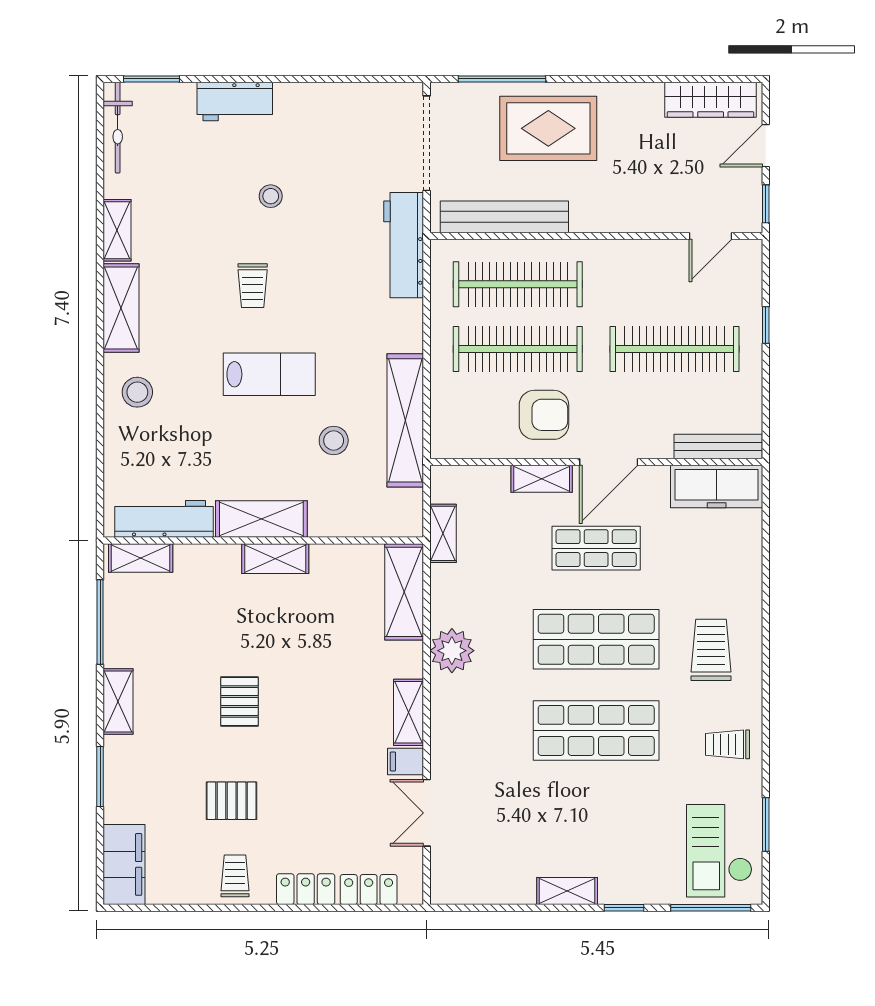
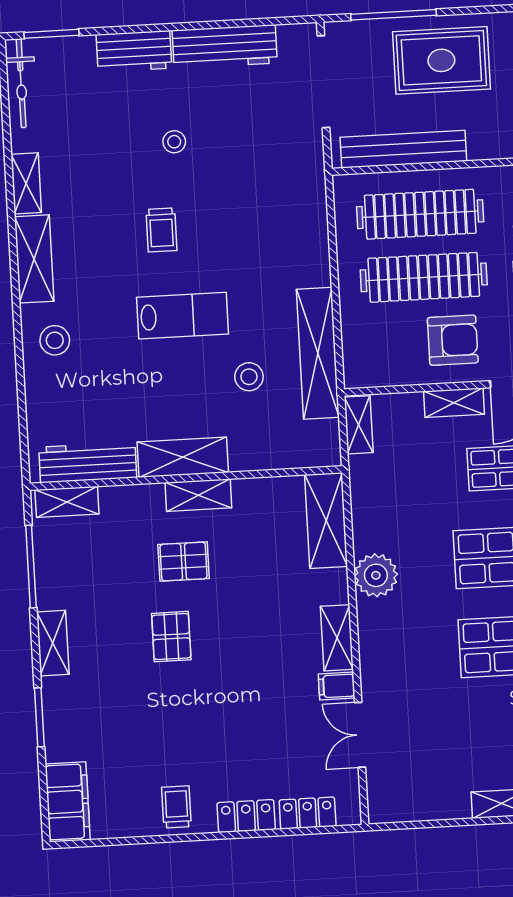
workbench: (404, 245) -> (225, 47), moved, turned -90
shelving: (443, 533) -> (359, 425), moved
pallet: (232, 801) -> (184, 562), moved

